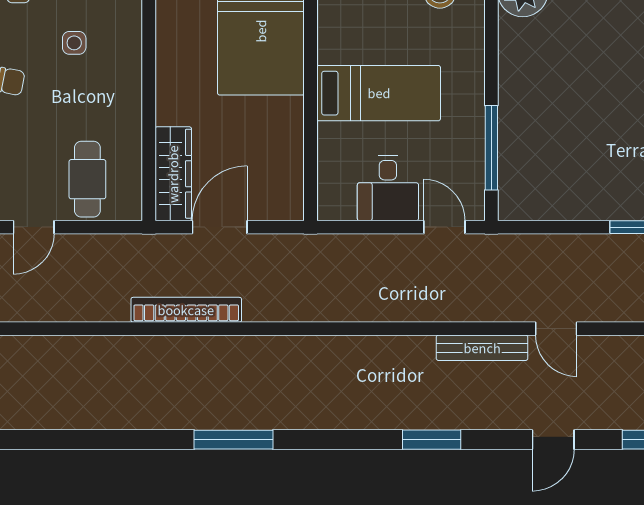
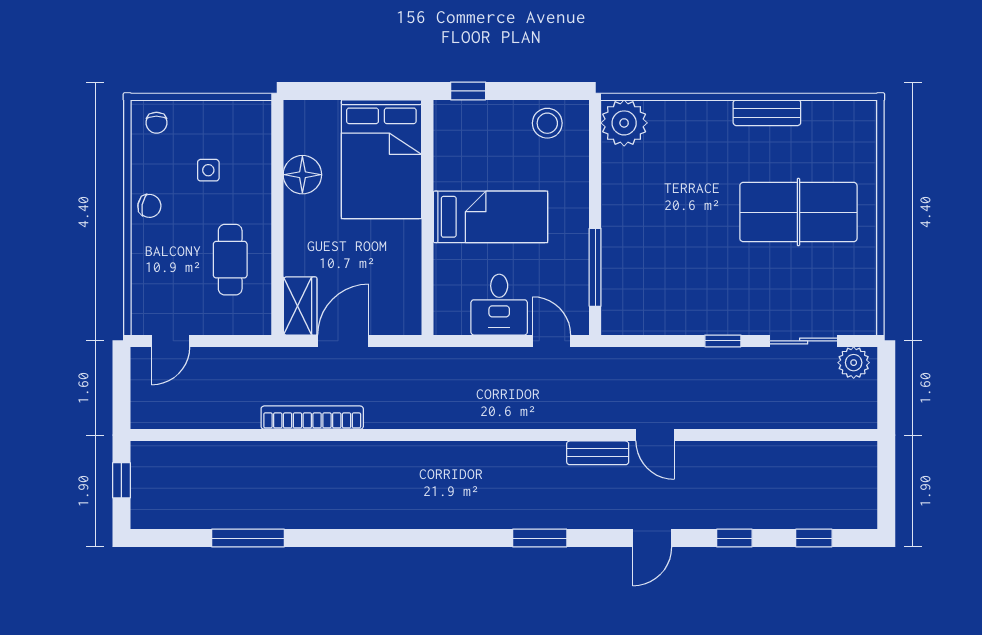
floor lamp: (176, 48) -> (302, 175), added
wardrobe: (173, 174) -> (300, 306), width x0.67
cafe table: (87, 179) -> (230, 260), moved
bench: (482, 348) -> (598, 453), width x0.73
window: (233, 440) -> (248, 538), moved

